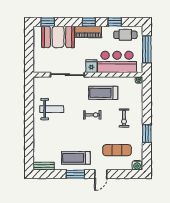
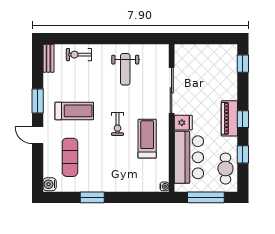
booth: (58, 37) -> (223, 78), removed
exercise bike: (124, 118) -> (79, 55), moved
treadmill: (76, 158) -> (74, 111), moved, turned 90

